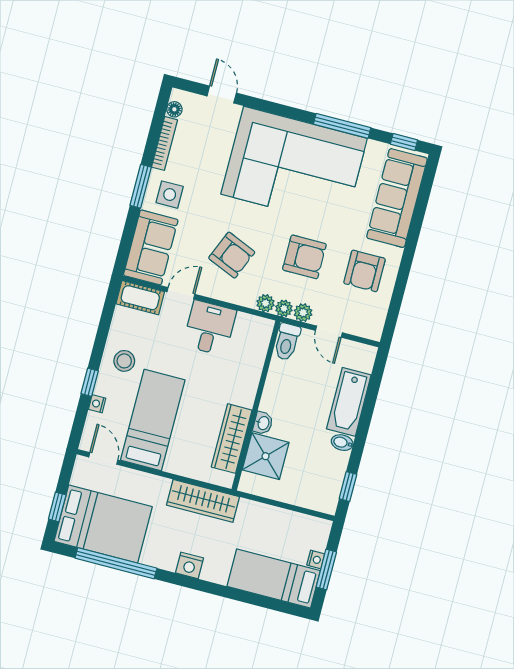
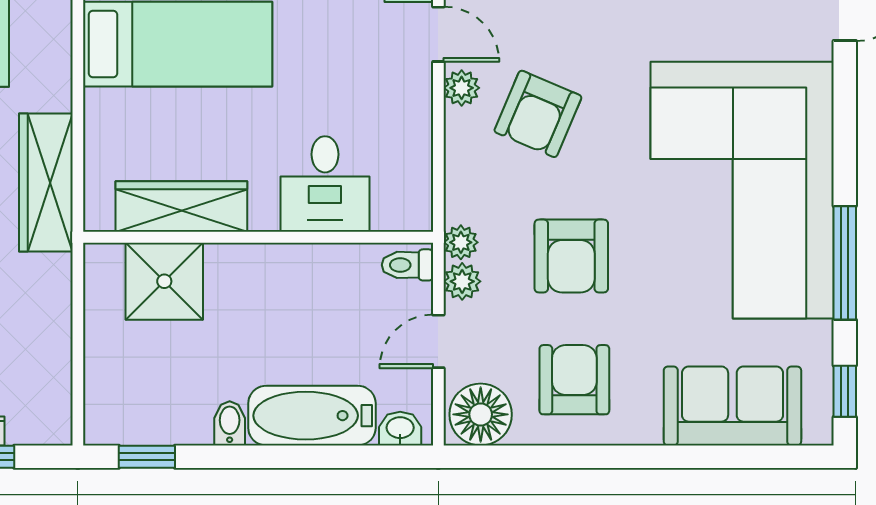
sofa: (397, 198) -> (732, 406), width x0.73
armchair: (364, 271) -> (574, 380), turned 90
plant: (265, 303) -> (462, 88), moved
floor lamp: (369, 320) -> (481, 414), added
desk: (210, 328) -> (325, 184), moved, turned 90
toilet: (287, 342) -> (407, 265), width x0.73, depth x0.72
washbasin: (263, 423) -> (400, 429), moved, turned 180

